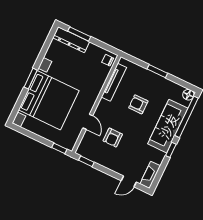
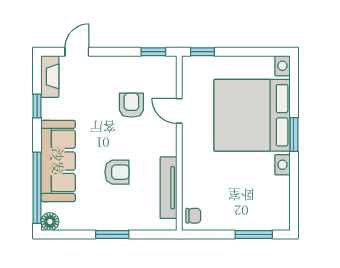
dresser: (71, 40) -> (262, 220), removed
window: (171, 150) -> (37, 106), moved

